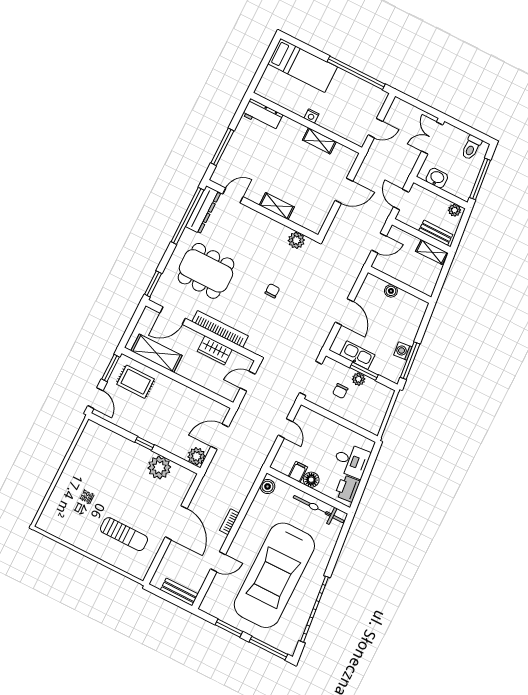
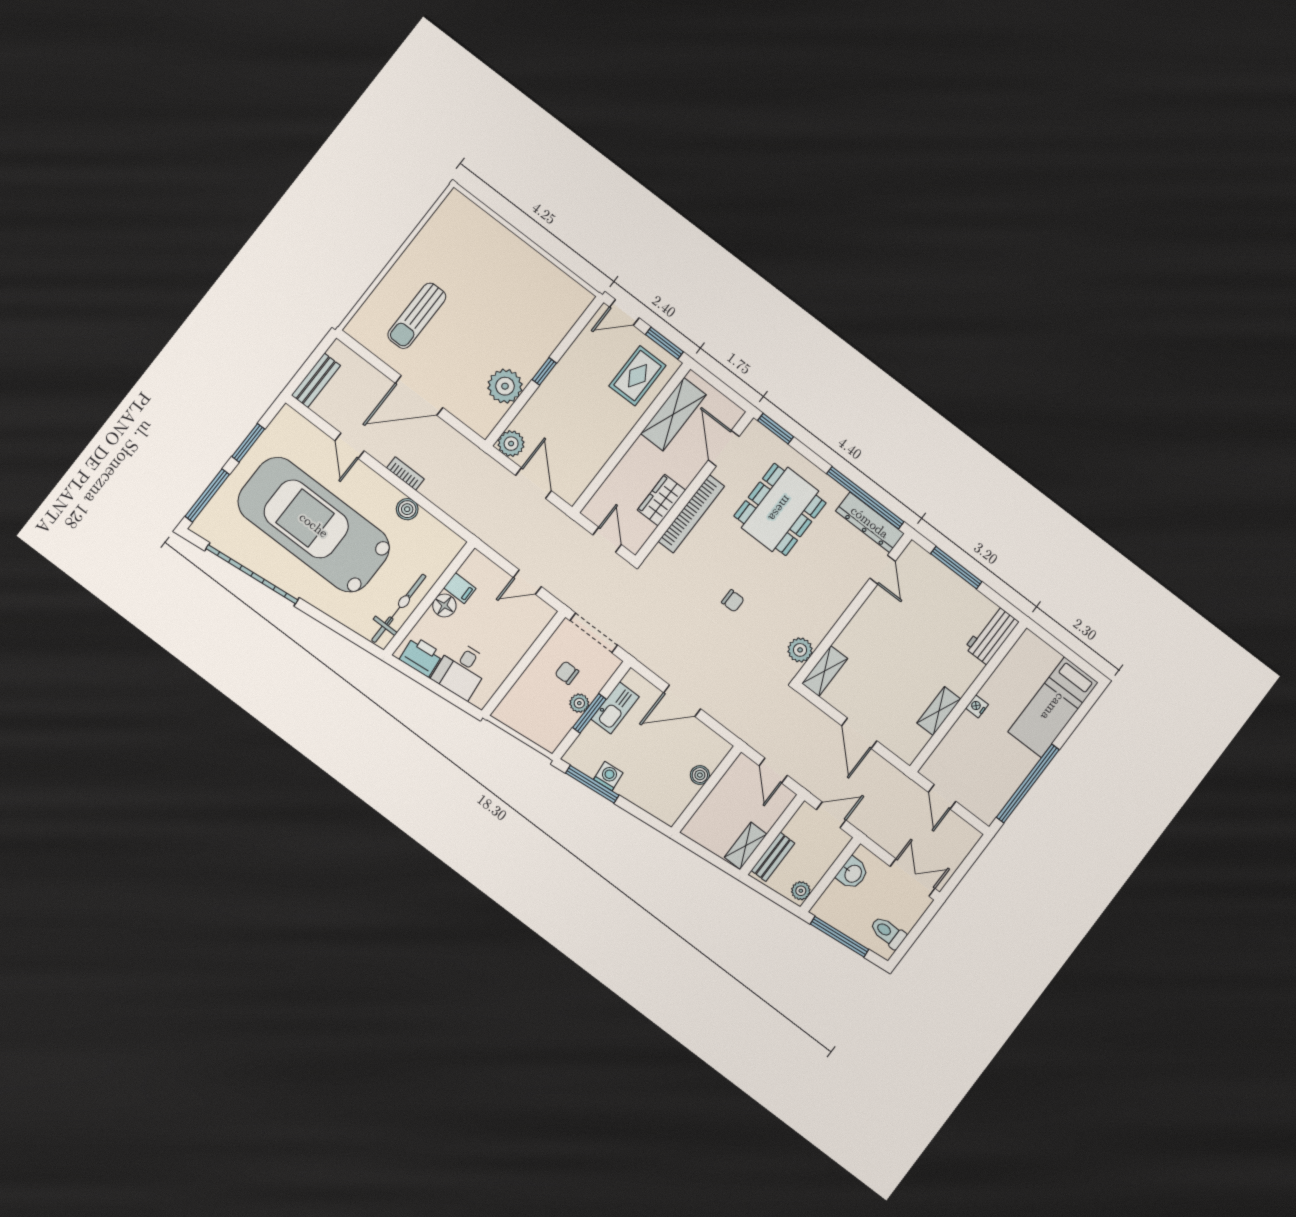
shelving: (277, 206) -> (825, 671), moved
boiler: (268, 486) -> (407, 509), moved

